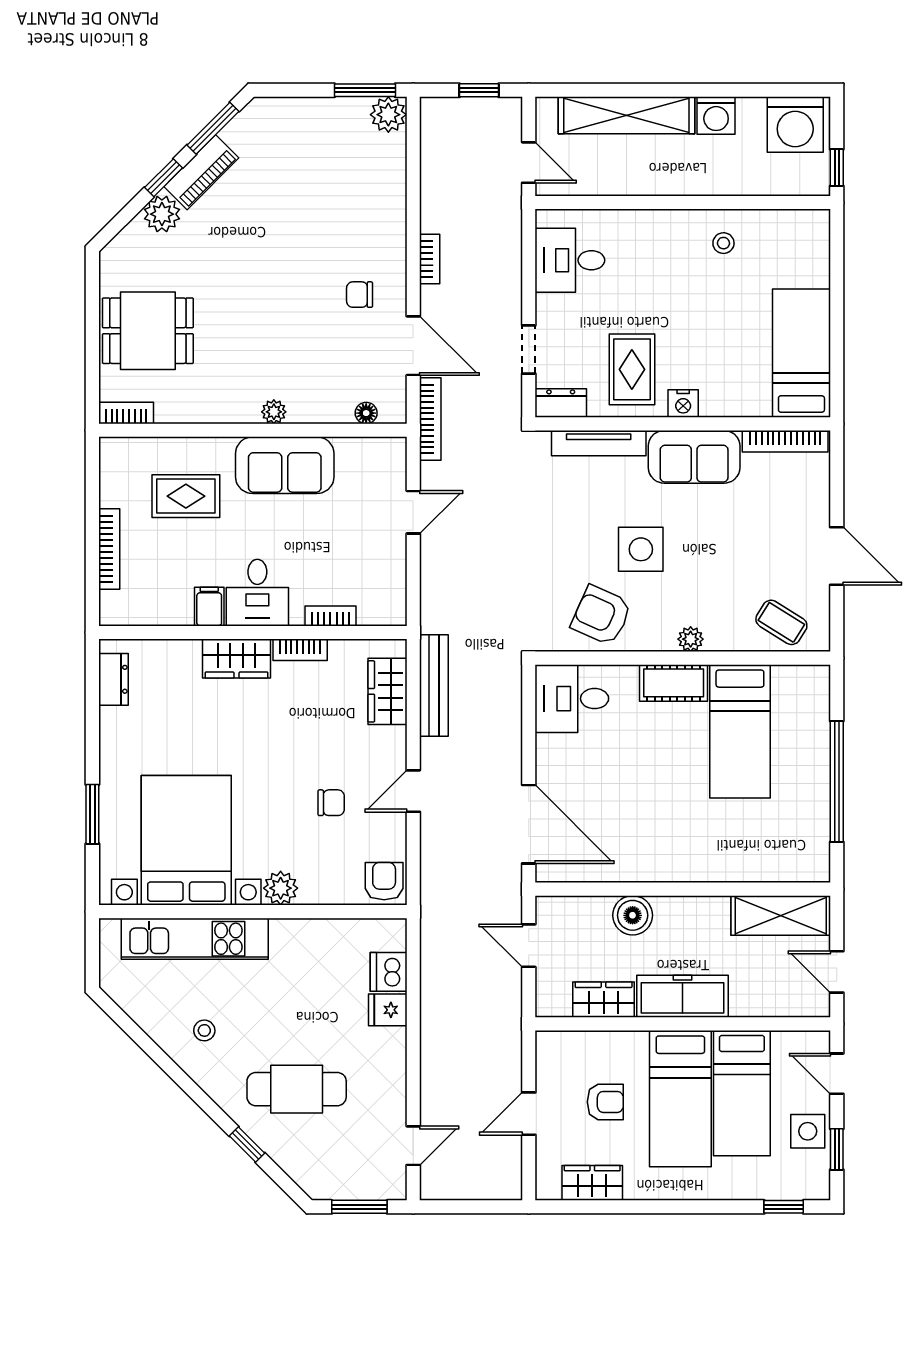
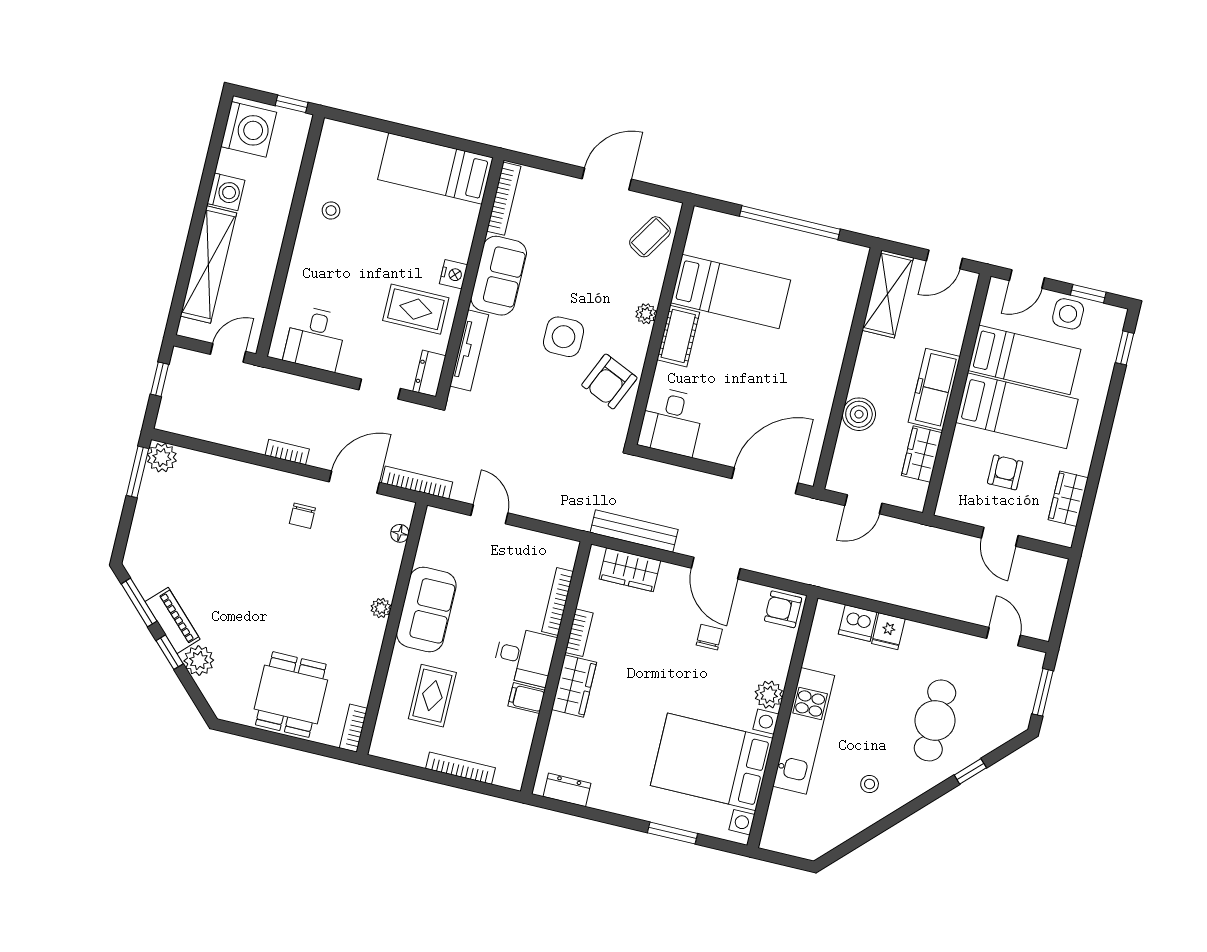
bookcase: (330, 616) -> (558, 601), width x1.56
door: (413, 791) -> (716, 568), width x1.38
kitchen unit: (195, 939) -> (804, 731), moved

